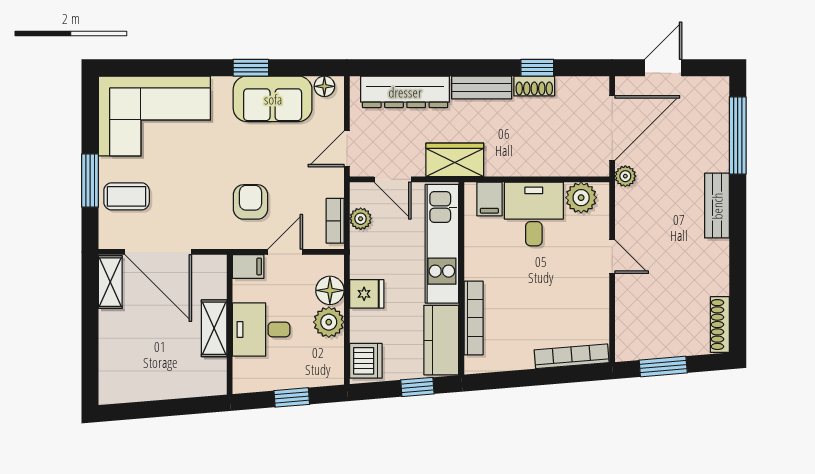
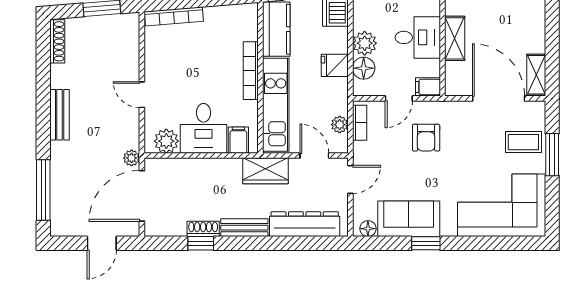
bench: (717, 206) -> (60, 115), moved
bookcase: (474, 318) -> (251, 71), moved

